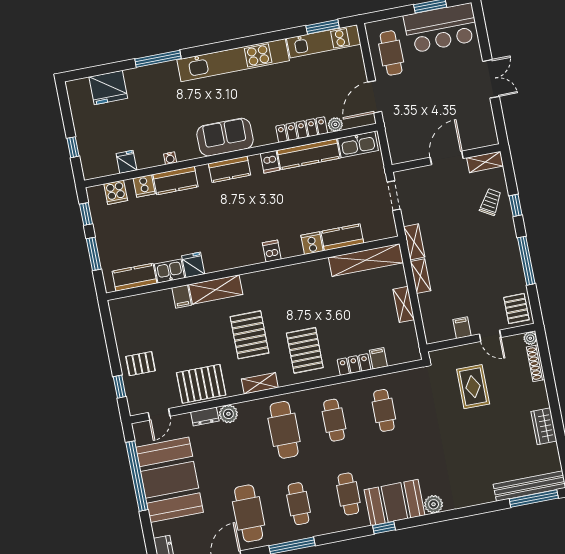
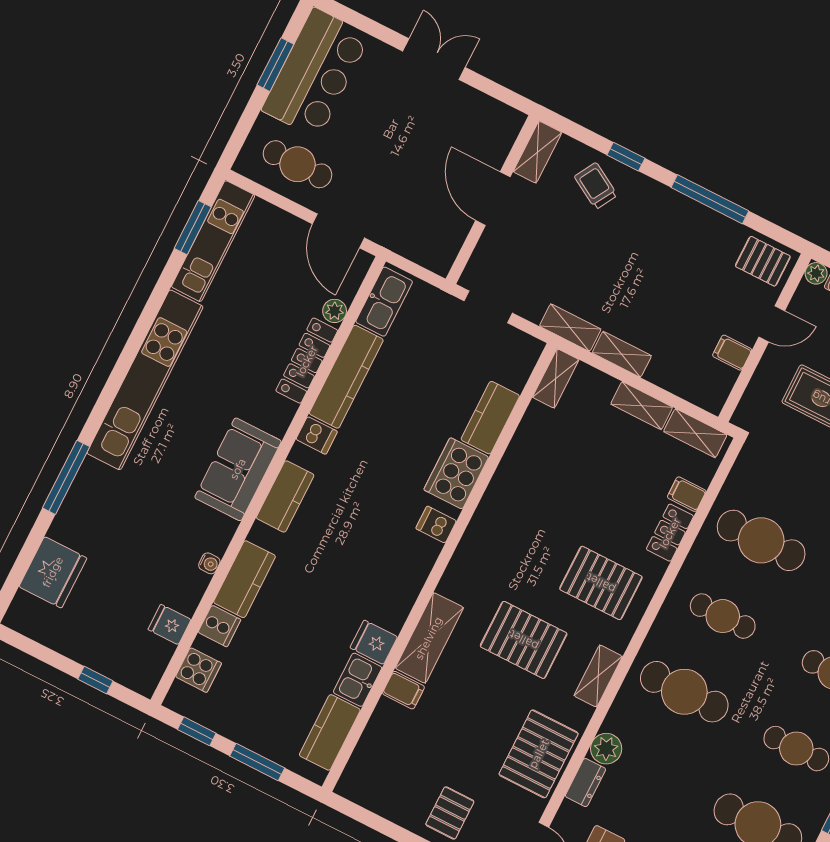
cooker: (312, 243) -> (456, 473), width x1.87, depth x1.31
shelving: (366, 260) -> (556, 379), width x0.45, depth x0.75
shelving: (410, 340) -> (695, 433), added
cafe table: (384, 410) -> (761, 540), width x1.37, depth x1.35

